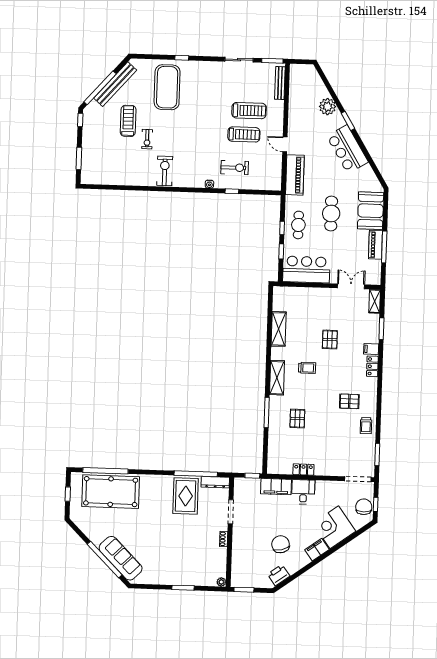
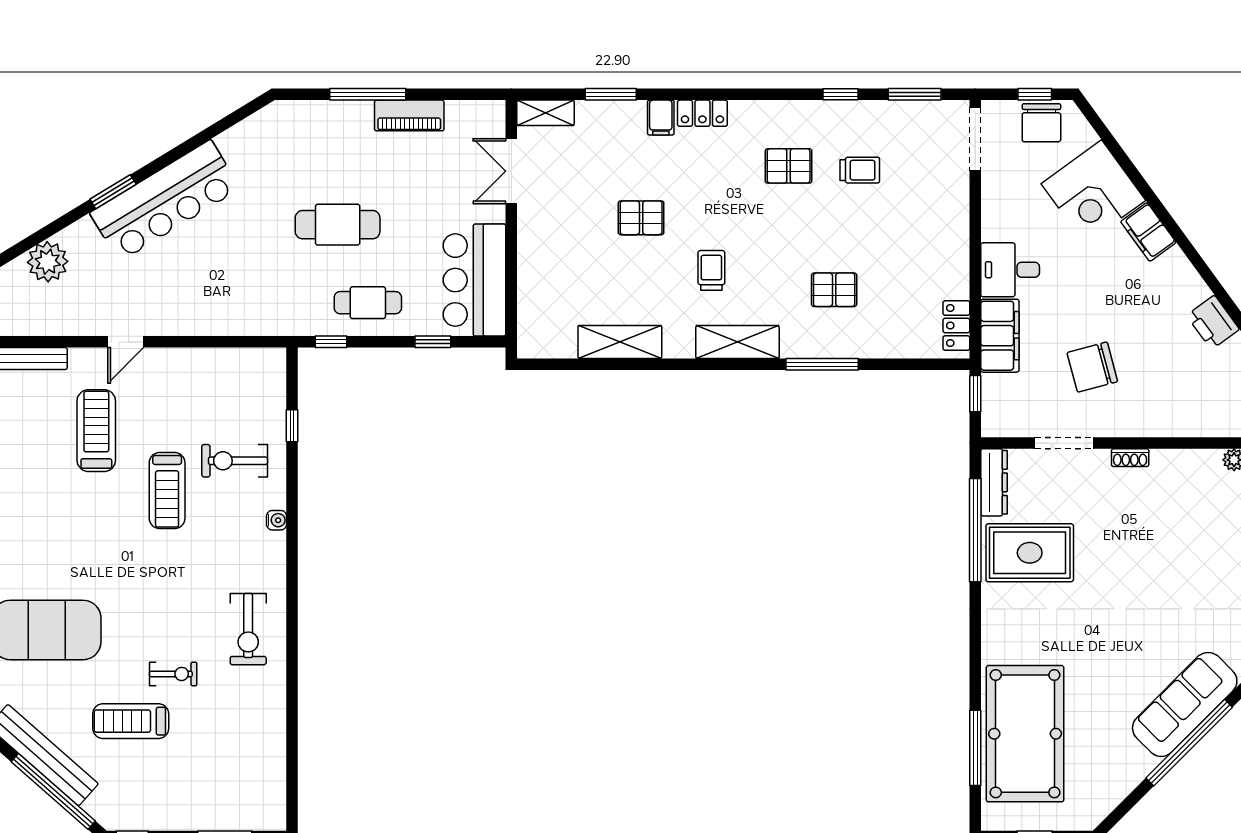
plant: (328, 107) -> (48, 262), moved
treadmill: (244, 134) -> (167, 491), moved, turned 180
door: (285, 144) -> (126, 342), moved
bar counter: (347, 149) -> (165, 201), width x1.36
exercise bike: (235, 168) -> (235, 461), turned -90
exercise bike: (165, 171) -> (248, 629), turned -90
piano: (295, 175) -> (248, 315), removed
window: (232, 191) -> (292, 426), moved
booth: (371, 211) -> (328, 130), removed
window: (282, 228) -> (331, 342), moved
window: (384, 247) -> (368, 94), moved
pallet: (349, 401) -> (789, 166), turned 90
window: (378, 424) -> (841, 94), added
trolley: (366, 426) -> (860, 170), moved
locker: (303, 469) -> (956, 326), moved
window: (105, 471) -> (975, 748), width x0.68
chair: (364, 507) -> (1041, 123), turned -90
chair: (281, 544) -> (1092, 367), moved

